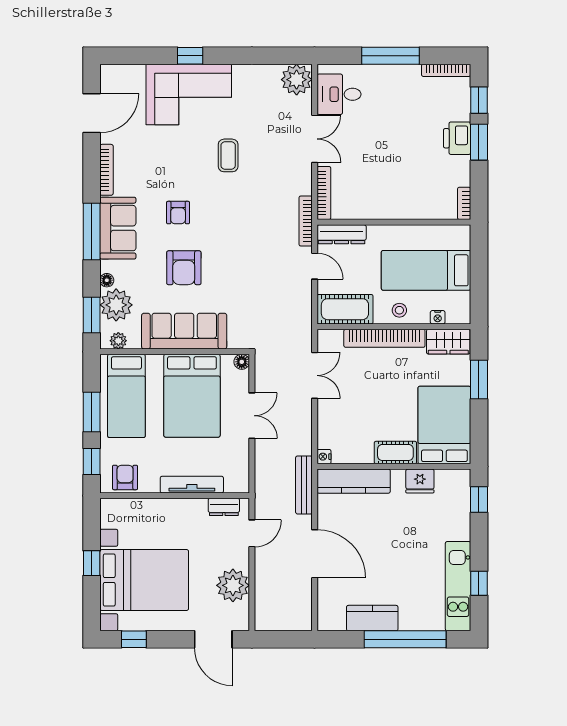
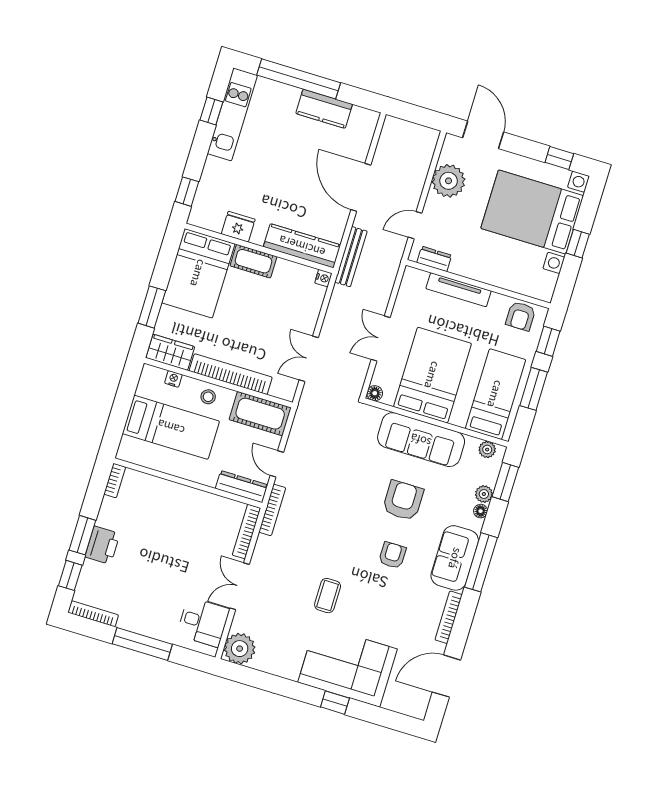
plant: (116, 305) -> (484, 494), width x0.53, depth x0.53

